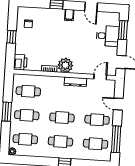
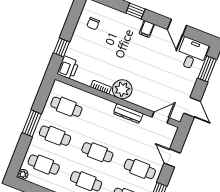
desk: (108, 36) -> (192, 54), moved, turned -90
window: (11, 37) -> (61, 47), moved

